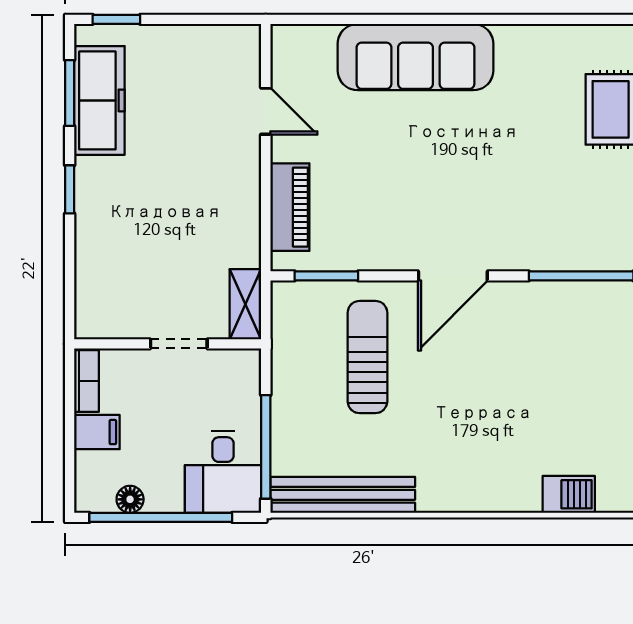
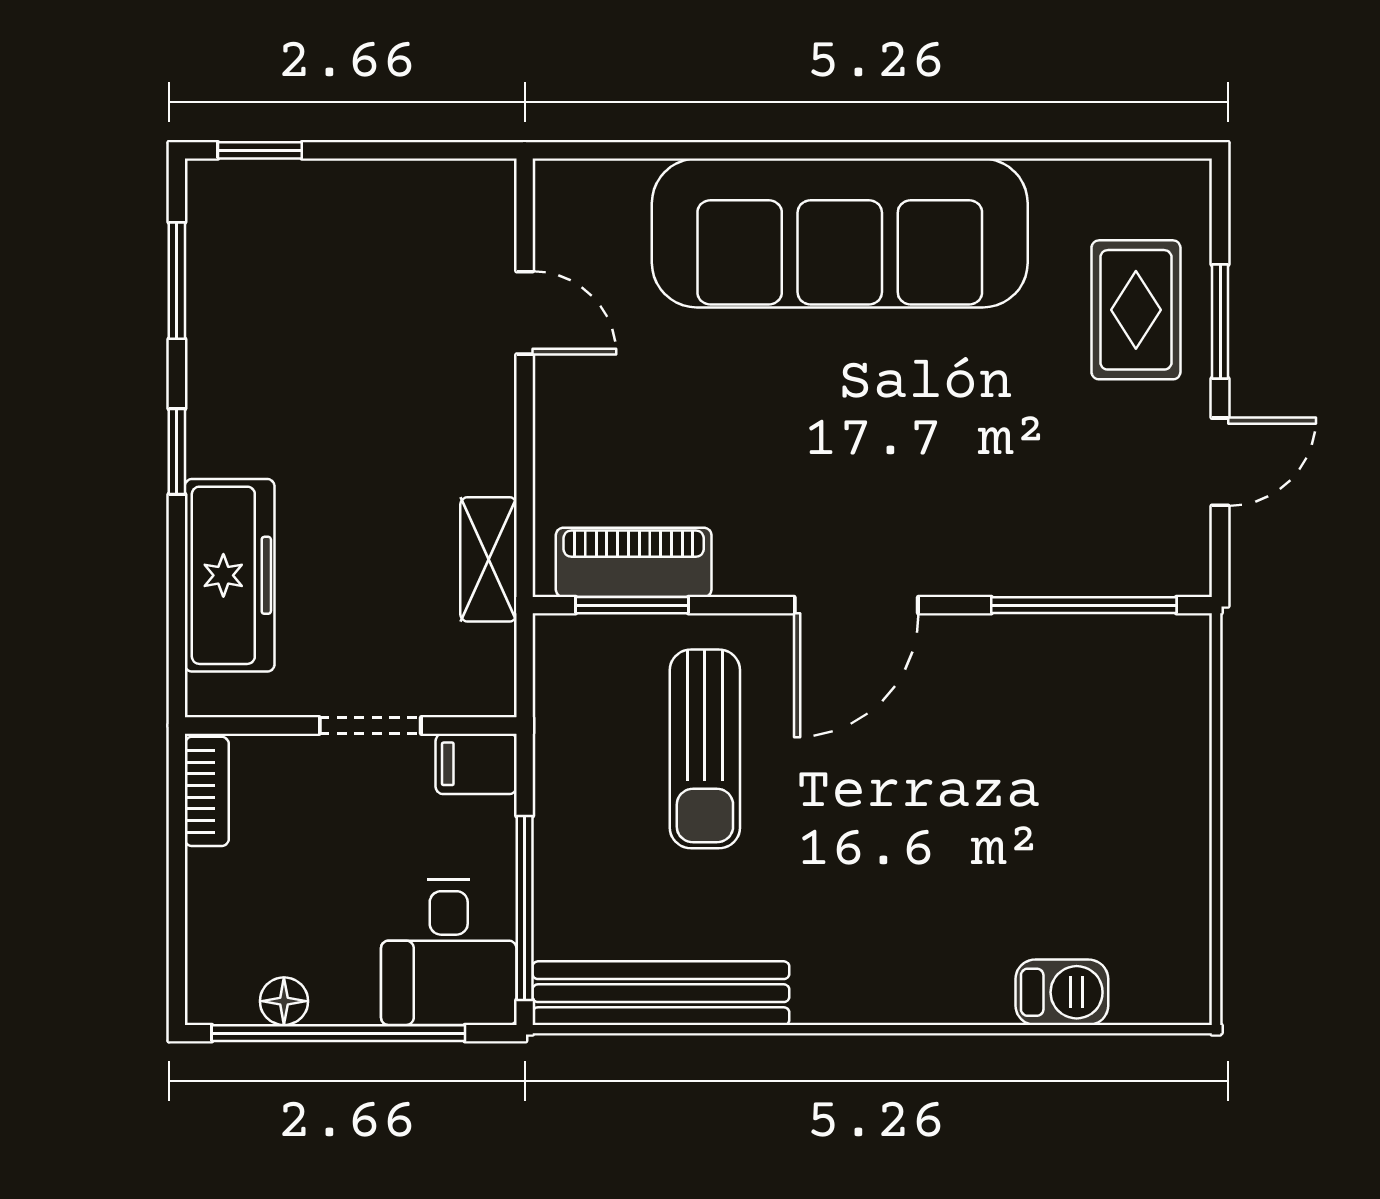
sofa: (415, 57) -> (840, 233), width x1.36, depth x1.27
freezer: (99, 100) -> (230, 575), moved
piano: (290, 207) -> (634, 562), moved, turned -90
shelving: (245, 304) -> (488, 559), moved
sun lounger: (367, 357) -> (705, 749), turned 180
filing cabinet: (97, 432) -> (476, 764), moved, turned 180

